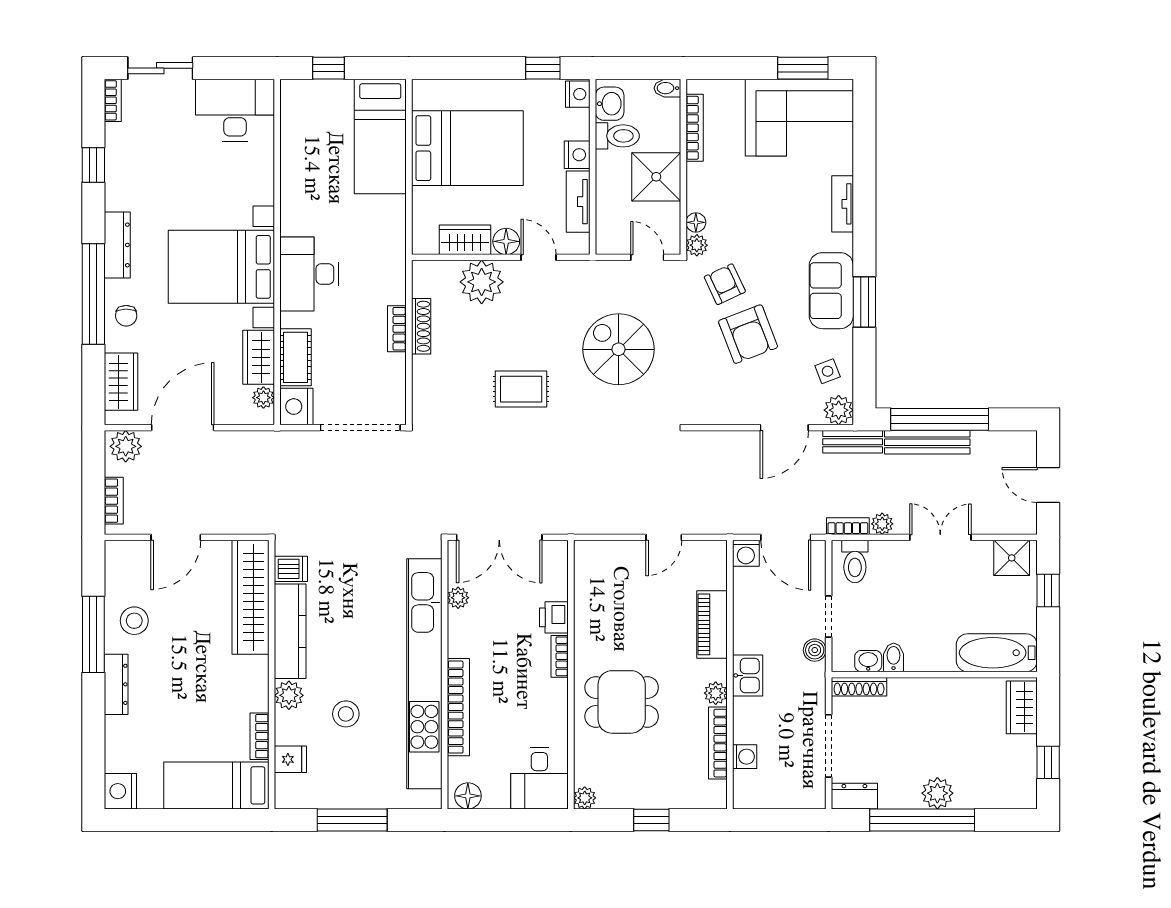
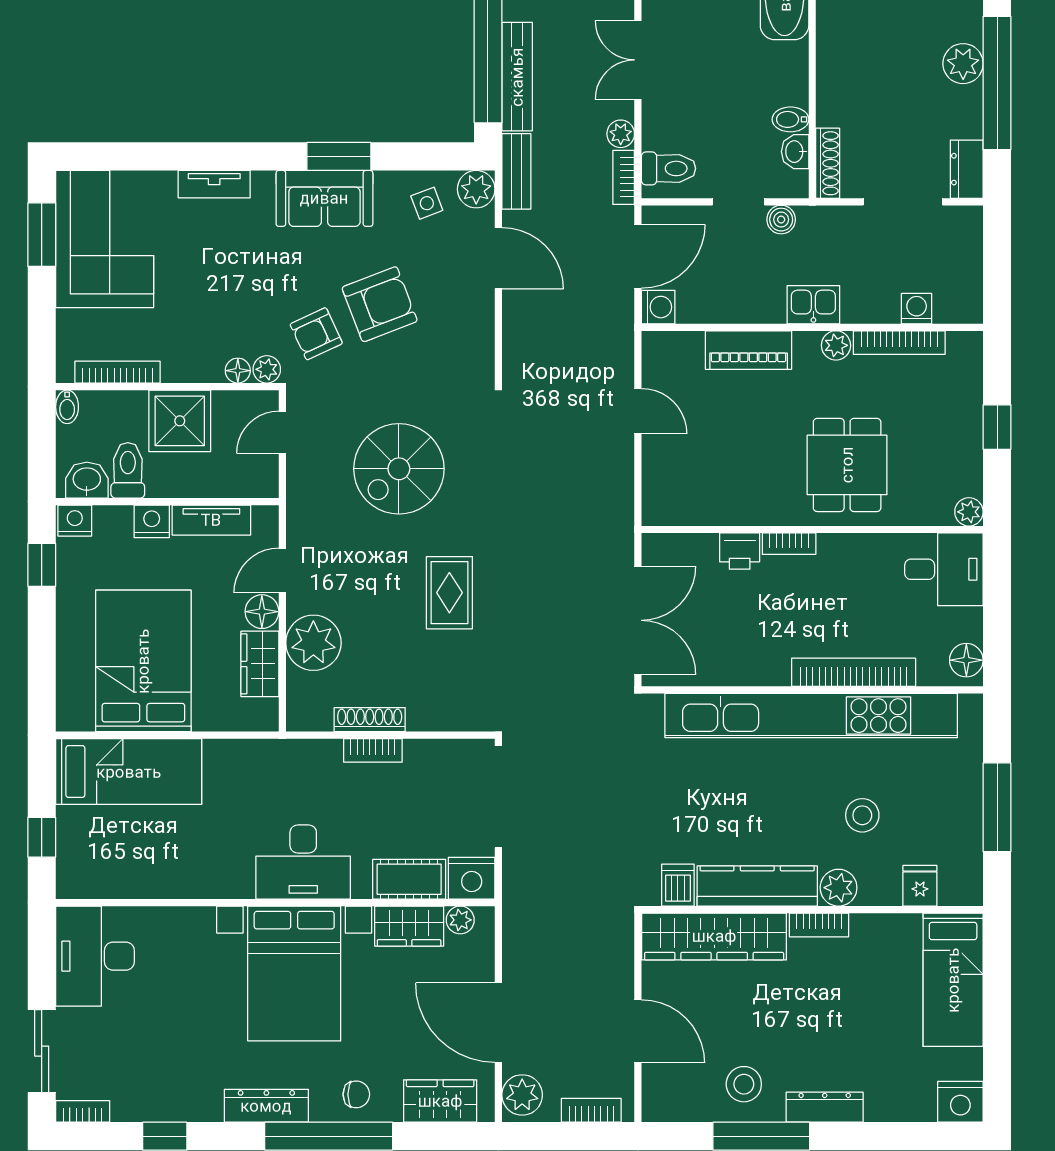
plant: (458, 598) -> (715, 673), removed
bookcase: (260, 736) -> (819, 925), moved

